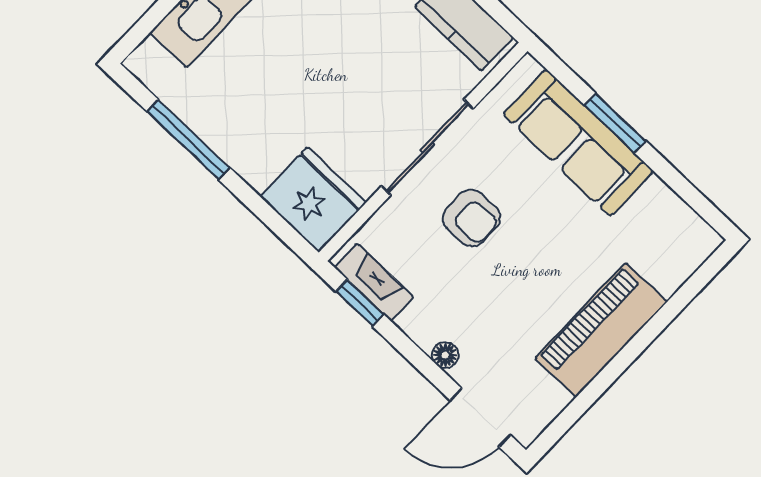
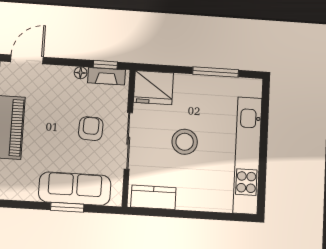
stool: (337, 69) -> (185, 142), added
armchair: (471, 218) -> (91, 129), turned 92
floor lamp: (445, 355) -> (81, 73), moved

